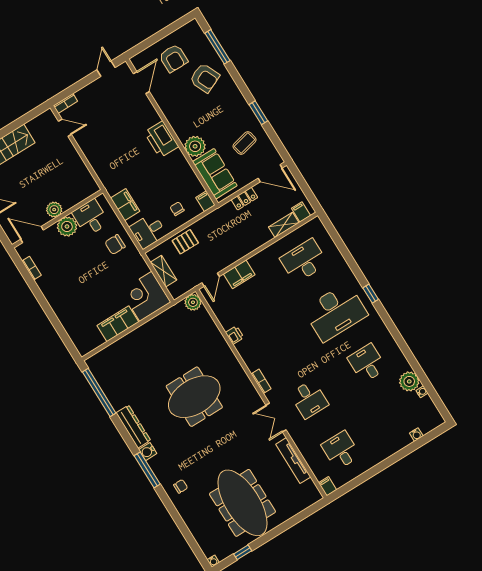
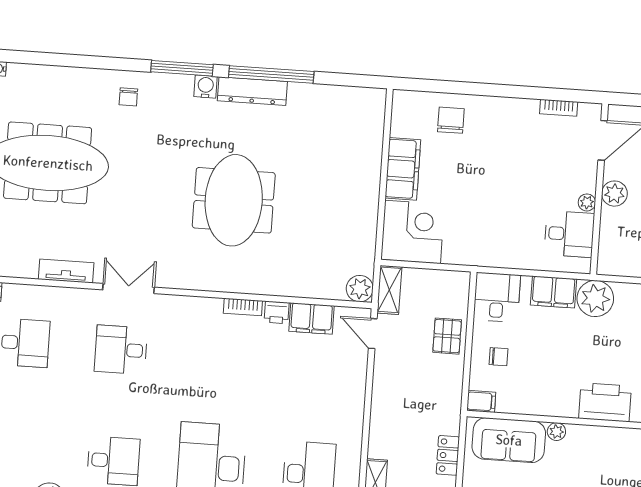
plant: (195, 146) -> (556, 432), width x0.53, depth x0.53
plant: (113, 181) -> (595, 298), added
plant: (67, 227) -> (587, 202), width x0.53, depth x0.53
chair: (115, 245) -> (451, 120), moved
shelving: (164, 271) -> (389, 290), moved, turned 90
filing cabinet: (239, 274) -> (312, 319), moved, turned -90
bookcase: (261, 381) -> (243, 307), moved
window: (99, 392) -> (271, 75), moved
tv unit: (293, 461) -> (66, 271), width x0.71

